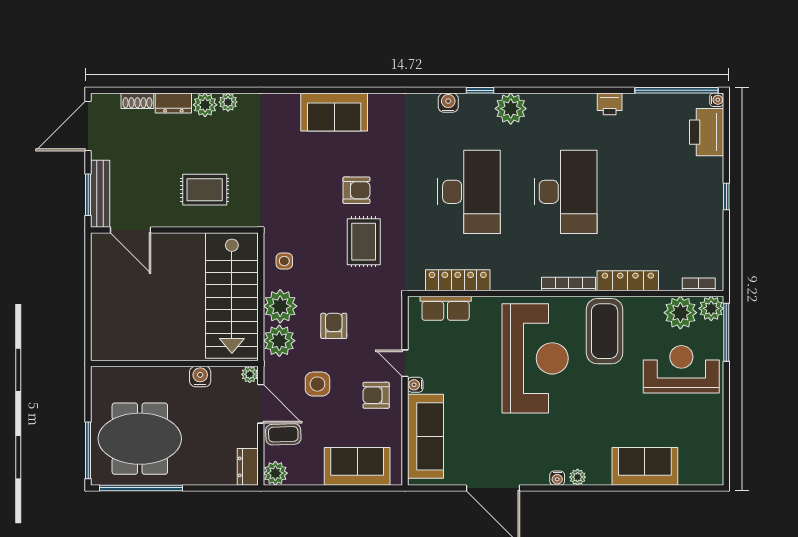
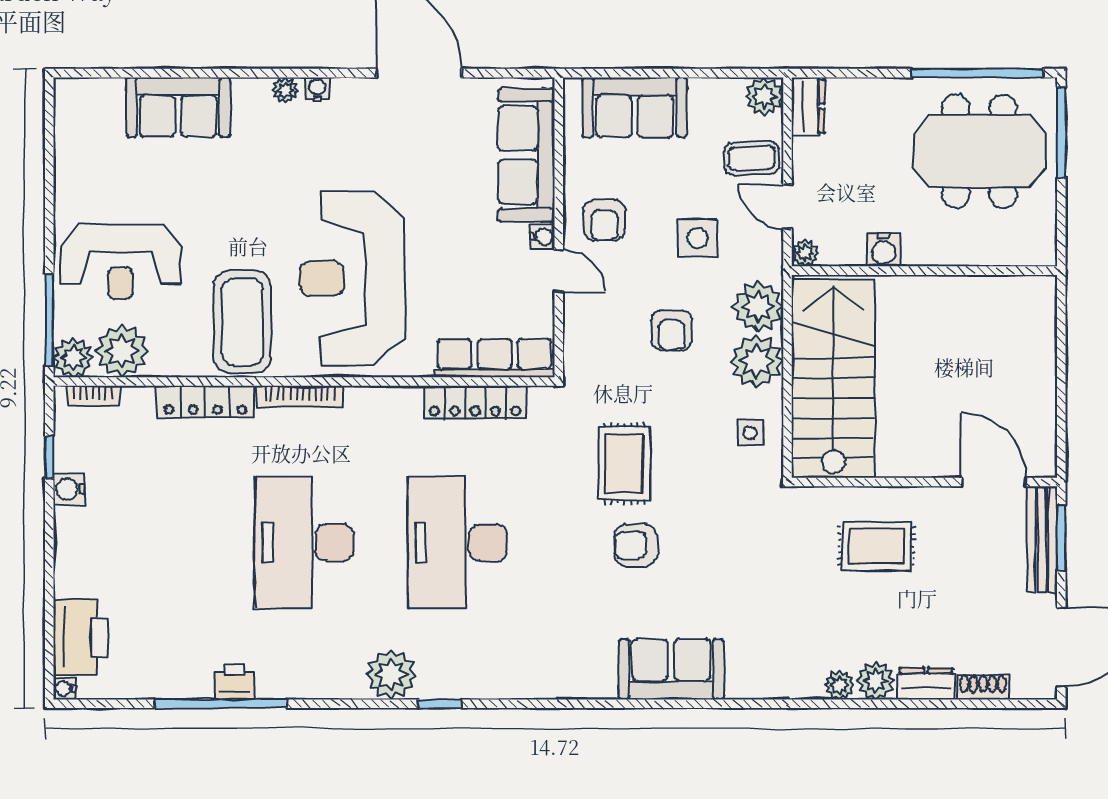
window: (676, 90) -> (221, 704), moved
water cooler: (448, 103) -> (69, 489), moved, turned 90
window: (726, 196) -> (49, 457), moved
row of seats: (446, 308) -> (494, 358), width x1.48
armchair: (376, 395) -> (604, 220), turned 90
door: (261, 404) -> (787, 207), width x0.73

